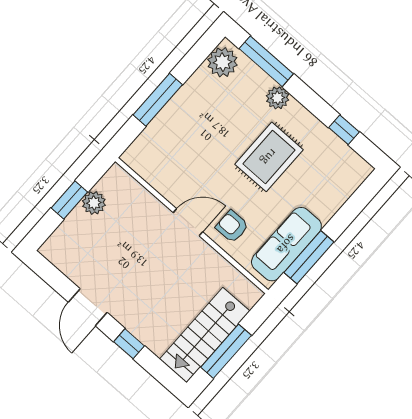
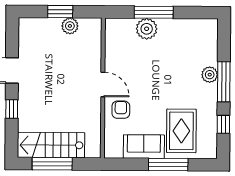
window: (266, 61) -> (224, 82), moved
plant: (222, 62) -> (147, 29), moved
rug: (269, 157) -> (181, 131), moved, turned 90
sofa: (286, 244) -> (144, 147), width x0.73
window: (309, 257) -> (168, 165), moved

